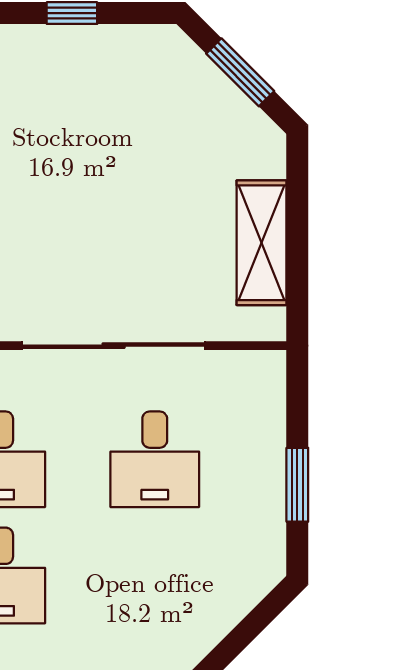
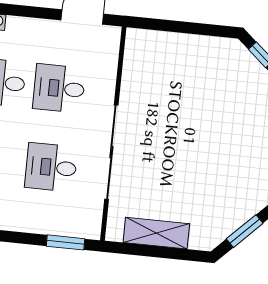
window: (297, 485) -> (65, 242), moved

